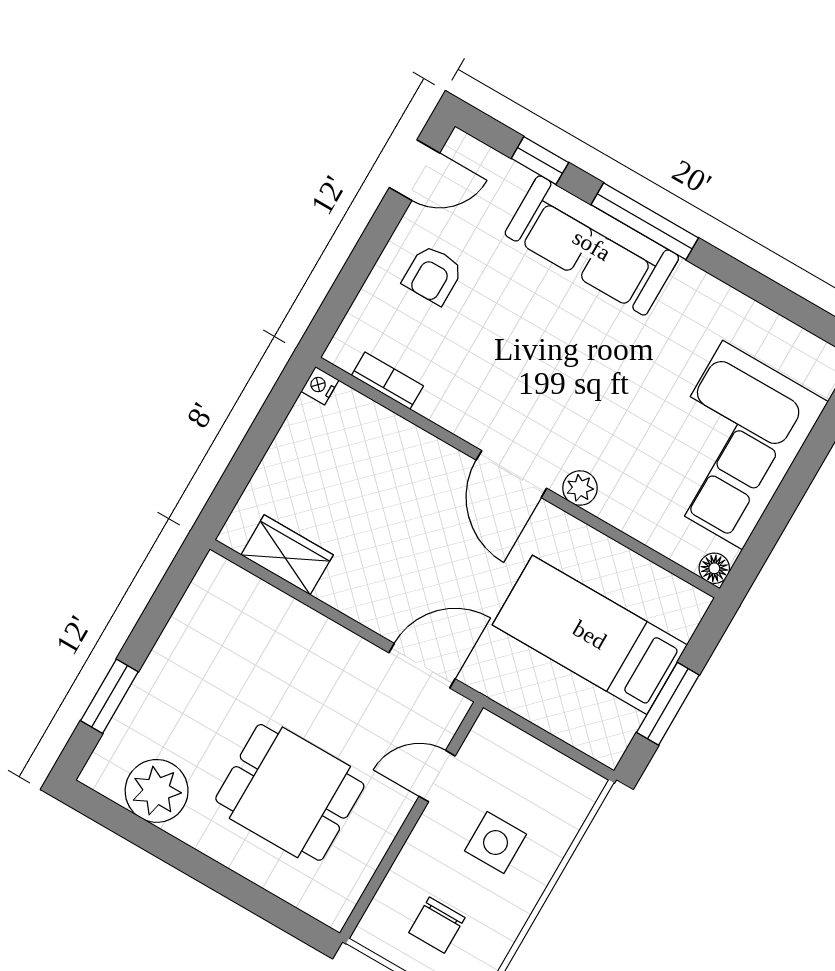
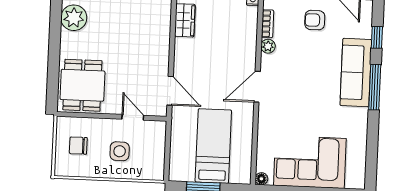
plant: (580, 488) -> (268, 46), moved
dining table: (290, 792) -> (82, 85), moved

